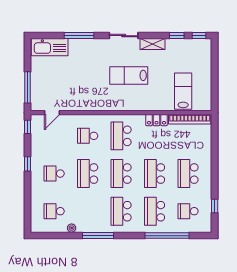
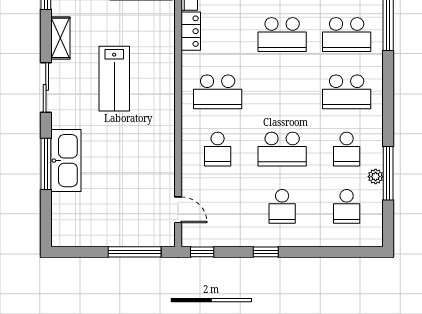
kitchen sink: (50, 47) -> (66, 161), moved
school desk: (121, 174) -> (347, 149), moved, width x0.54
window: (98, 236) -> (388, 173), moved

